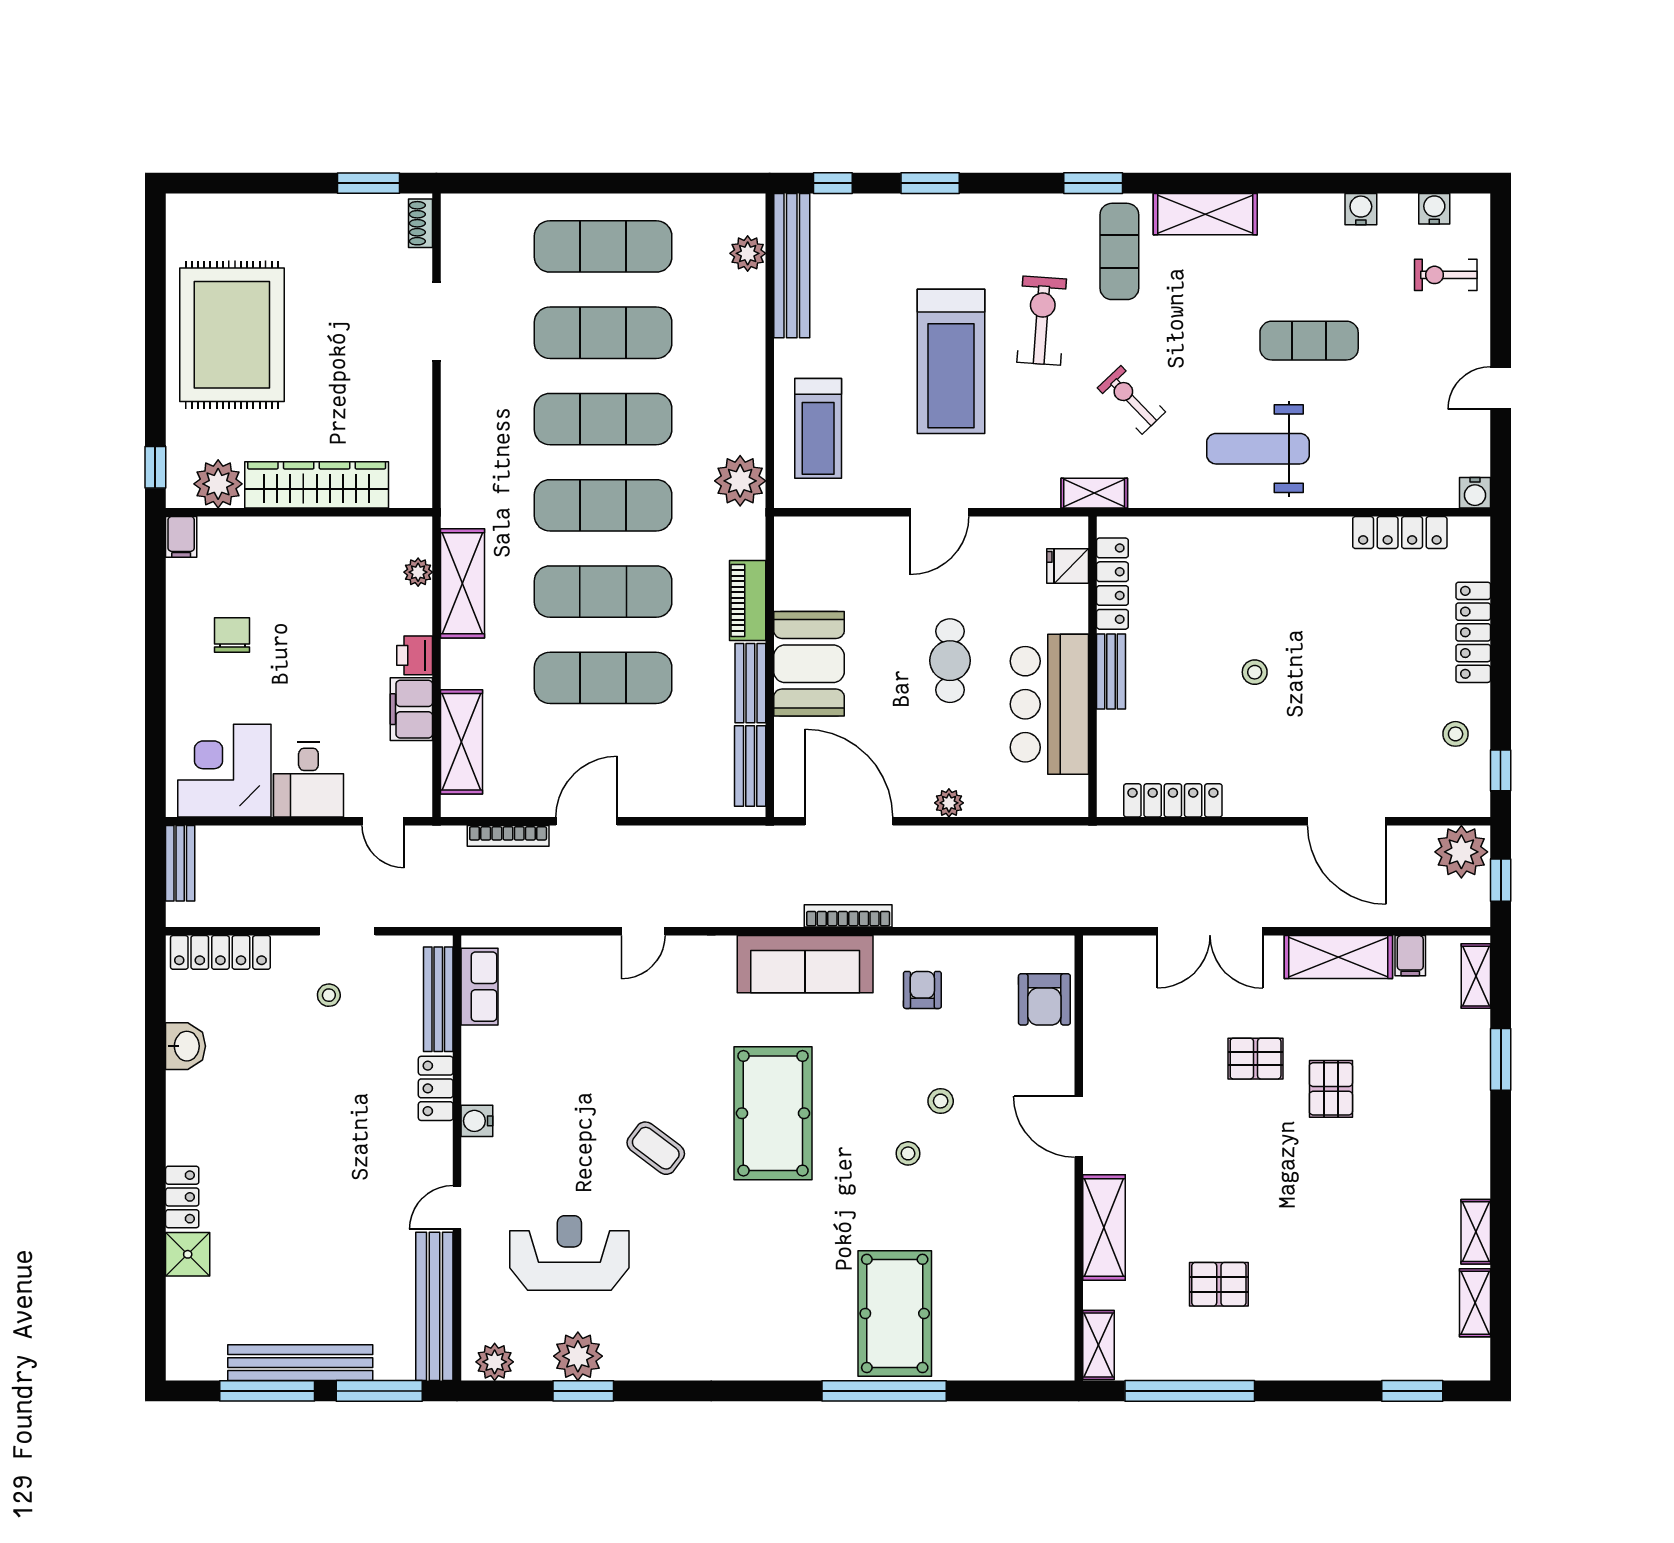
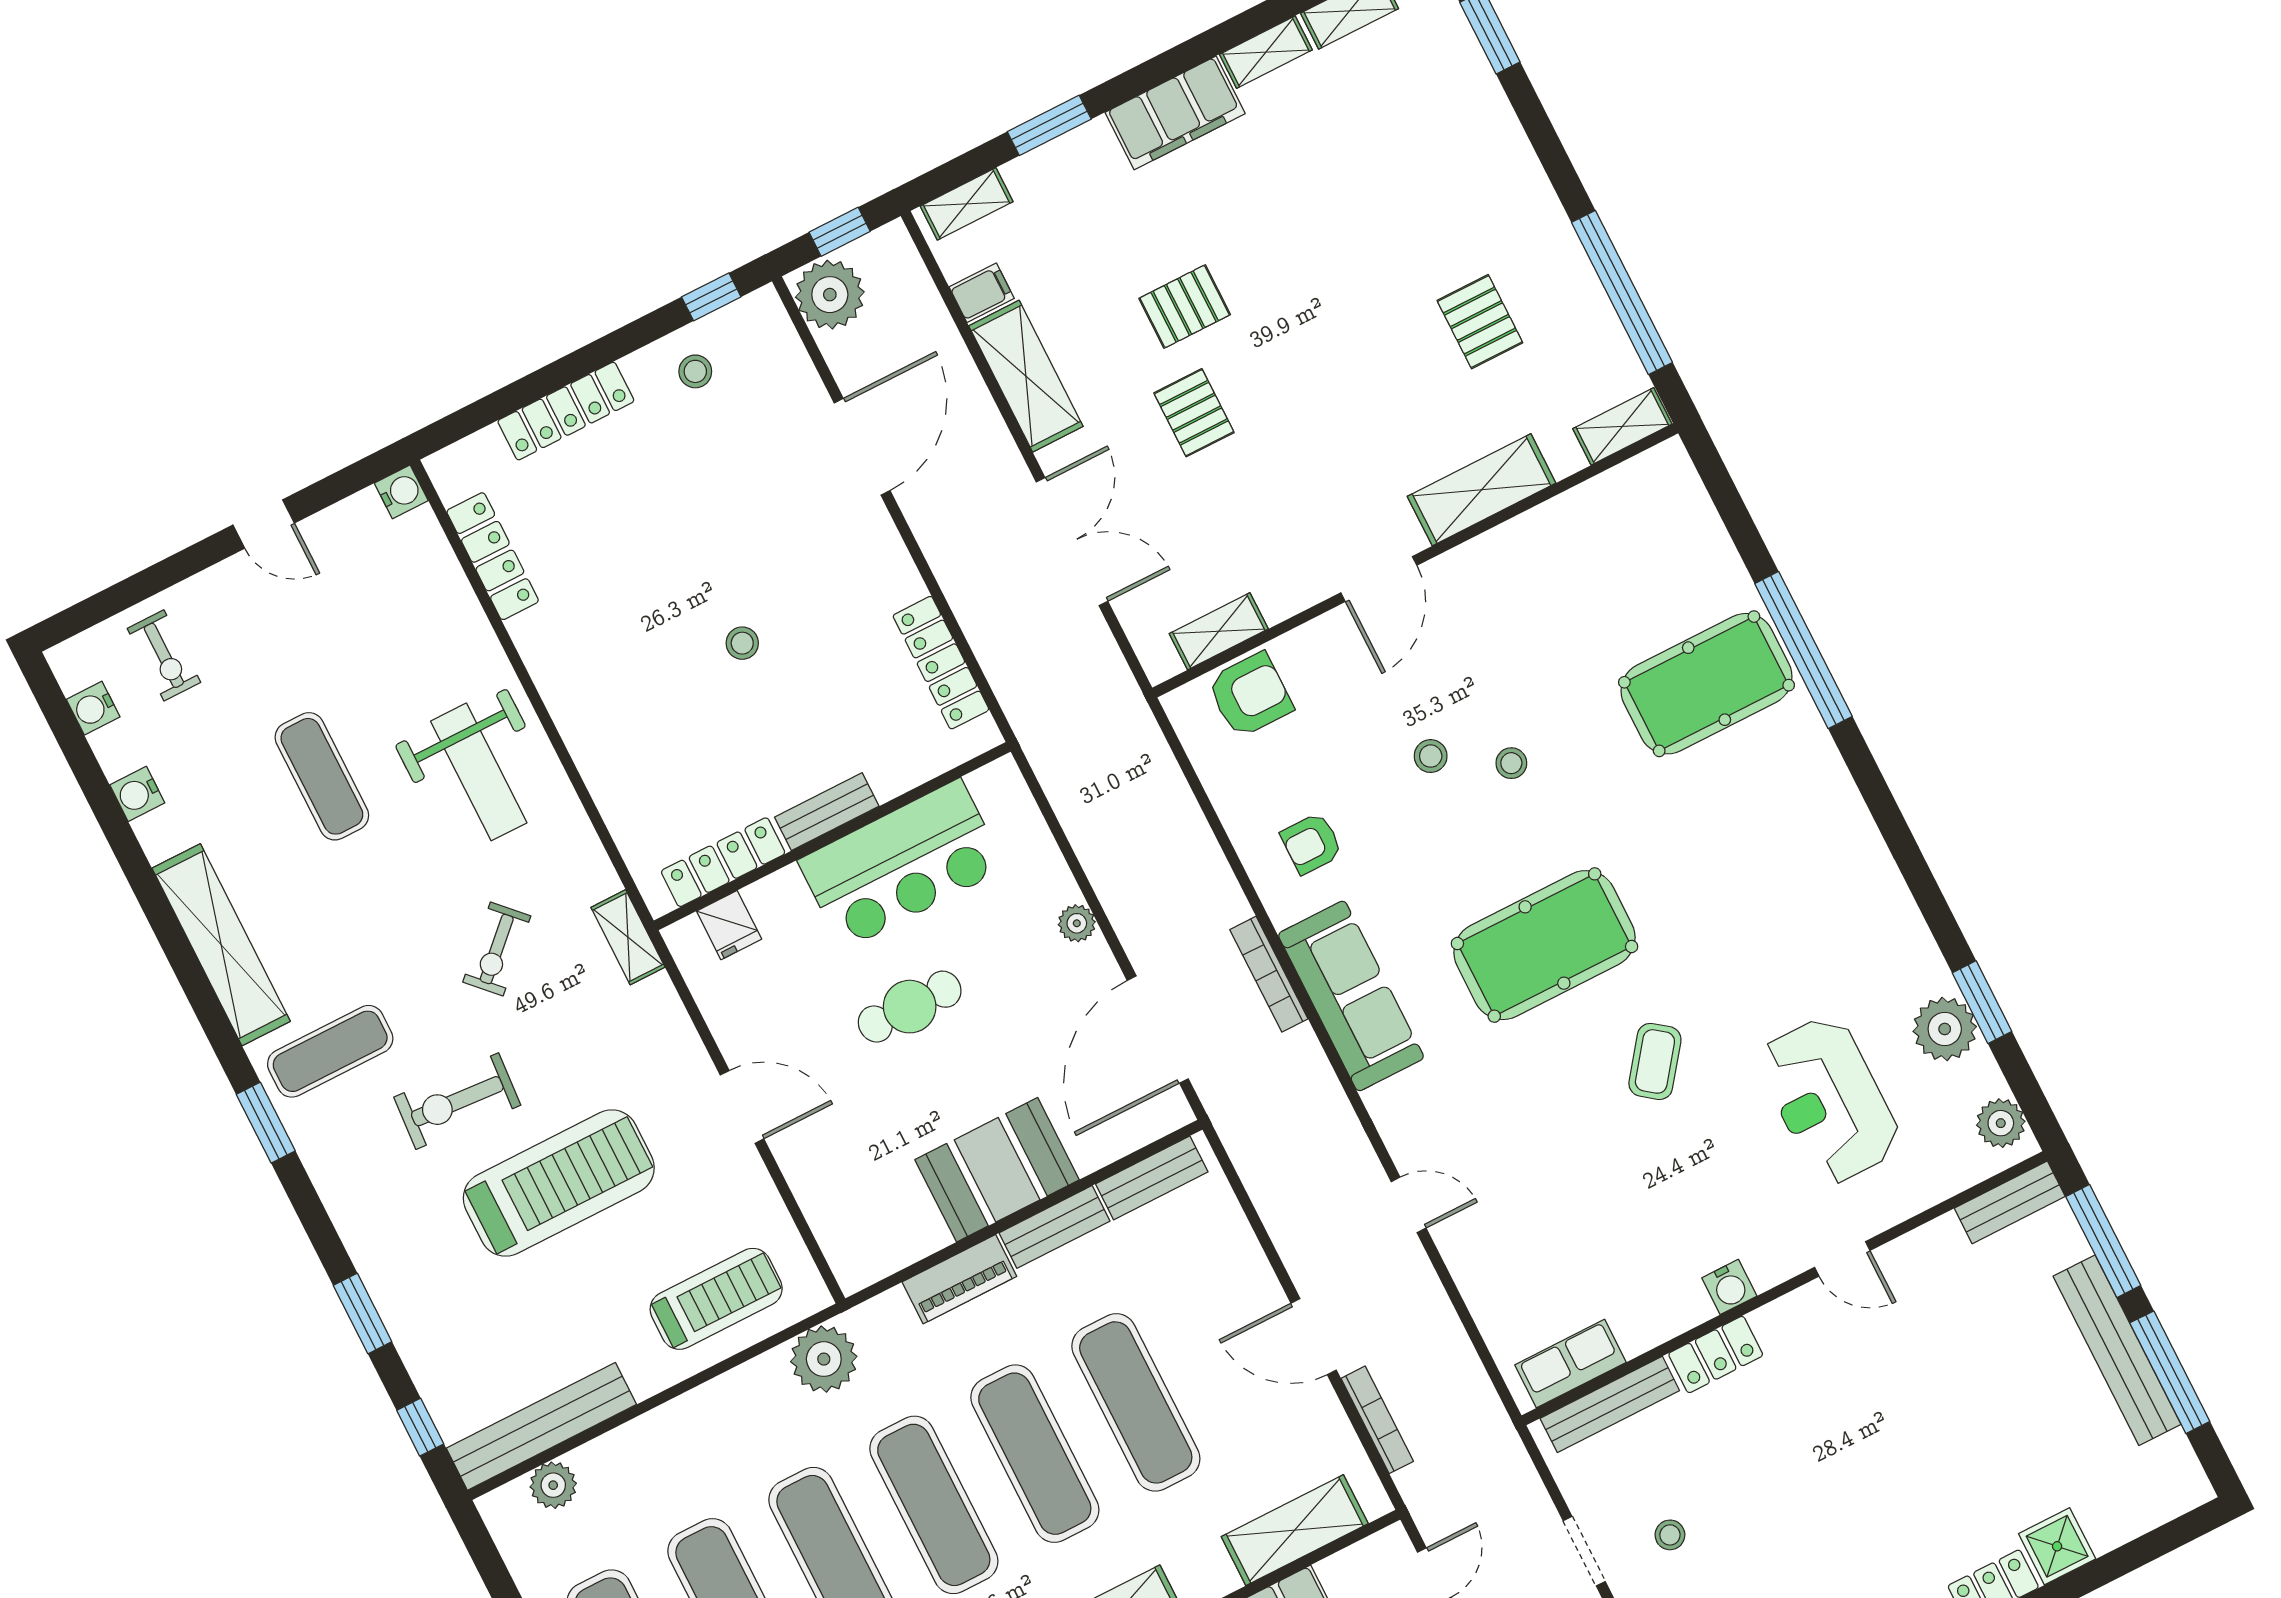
shelving: (1205, 214) -> (221, 945), width x1.47
shelving: (1098, 1000) -> (1219, 631), added
filing cabinet: (1466, 1149) -> (1175, 113), added
bench: (434, 1306) -> (2010, 1202), width x0.54, depth x0.82

